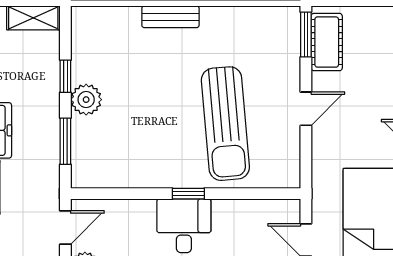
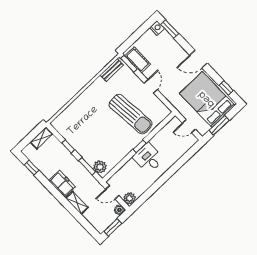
bench: (170, 17) -> (112, 70), moved
plant: (86, 100) -> (100, 167), moved
door: (65, 228) -> (112, 192), swing flipped

